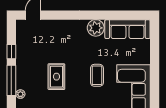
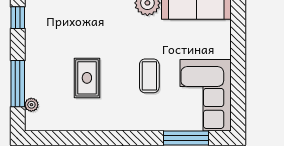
window: (11, 52) -> (18, 18), moved

